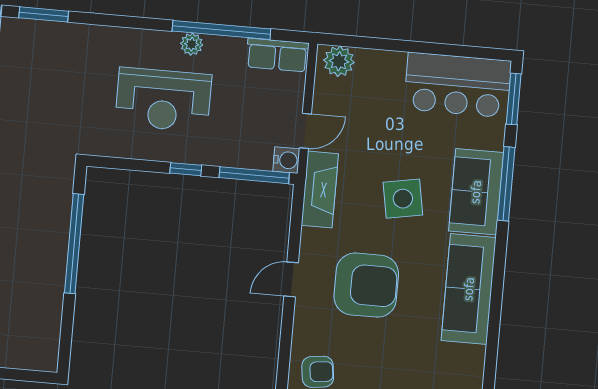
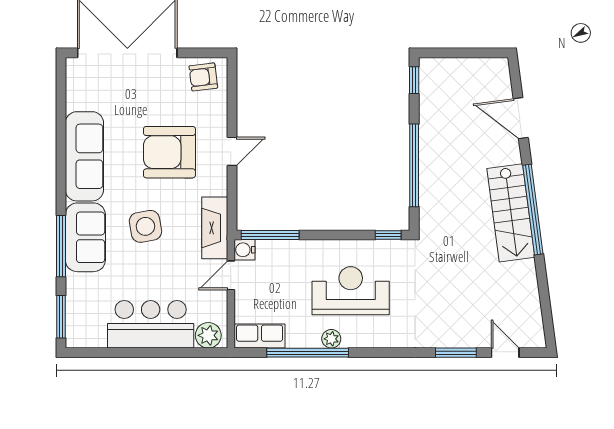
bar counter: (458, 85) -> (151, 324), moved
window: (186, 169) -> (388, 235), moved
window: (65, 346) -> (414, 80), added

